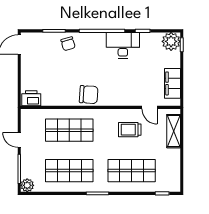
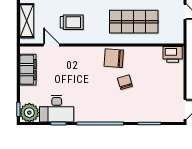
chair: (68, 44) -> (125, 82), moved
desk: (123, 45) -> (57, 109), moved

